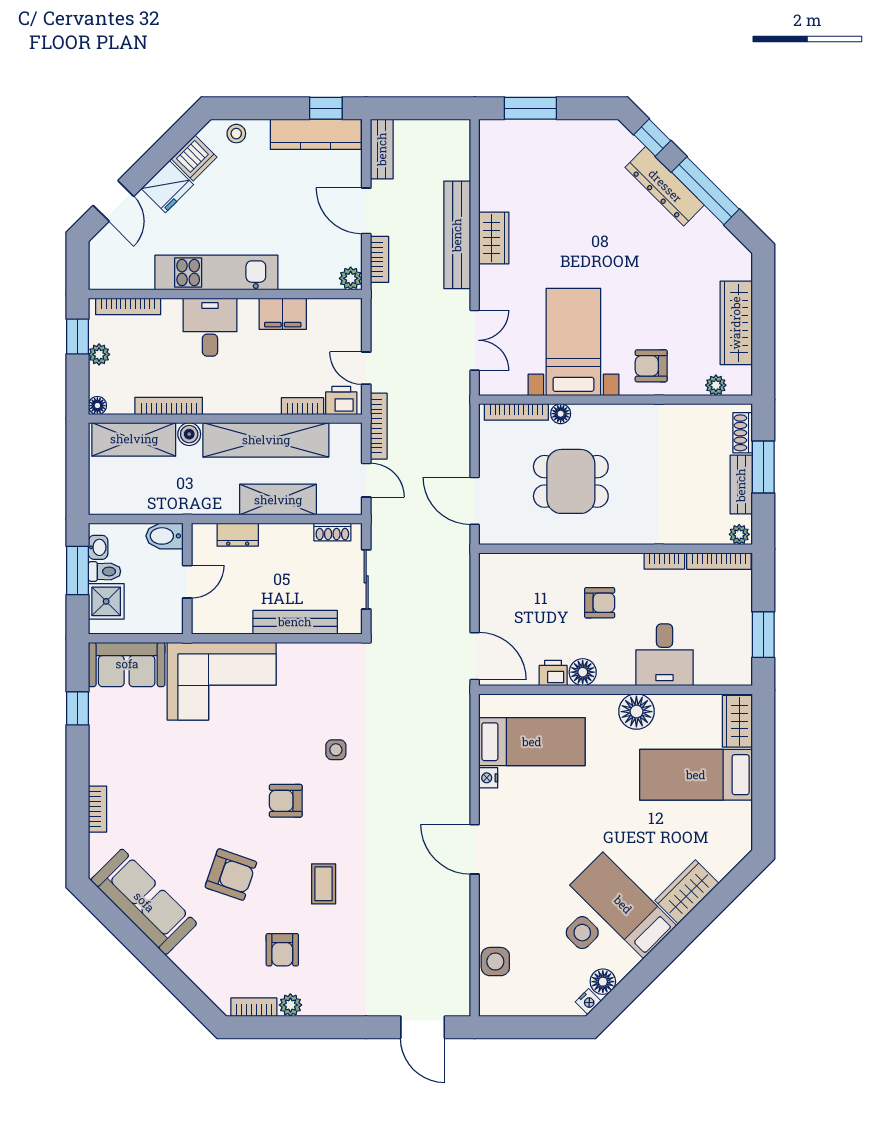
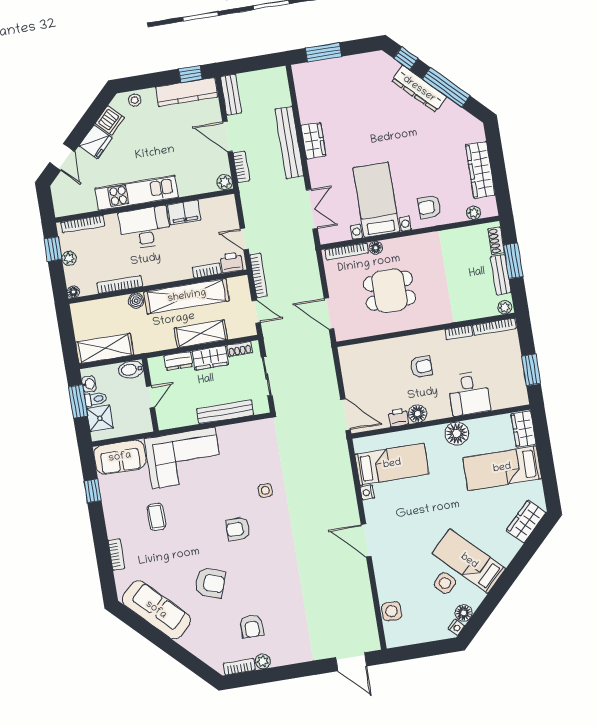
desk: (210, 327) -> (145, 228), width x1.37
shelving: (134, 439) -> (105, 349), moved
wardrobe: (286, 538) -> (210, 358), added
coffee table: (324, 884) -> (156, 517), moved
wardrobe: (687, 892) -> (526, 522), moved

